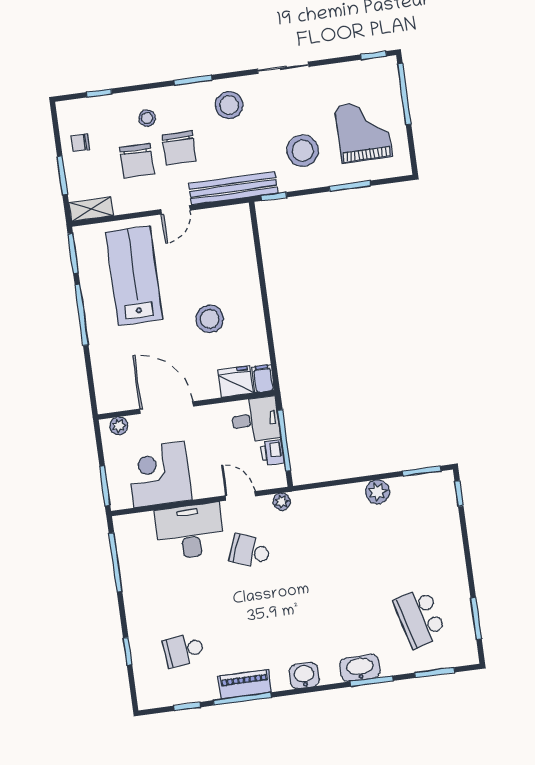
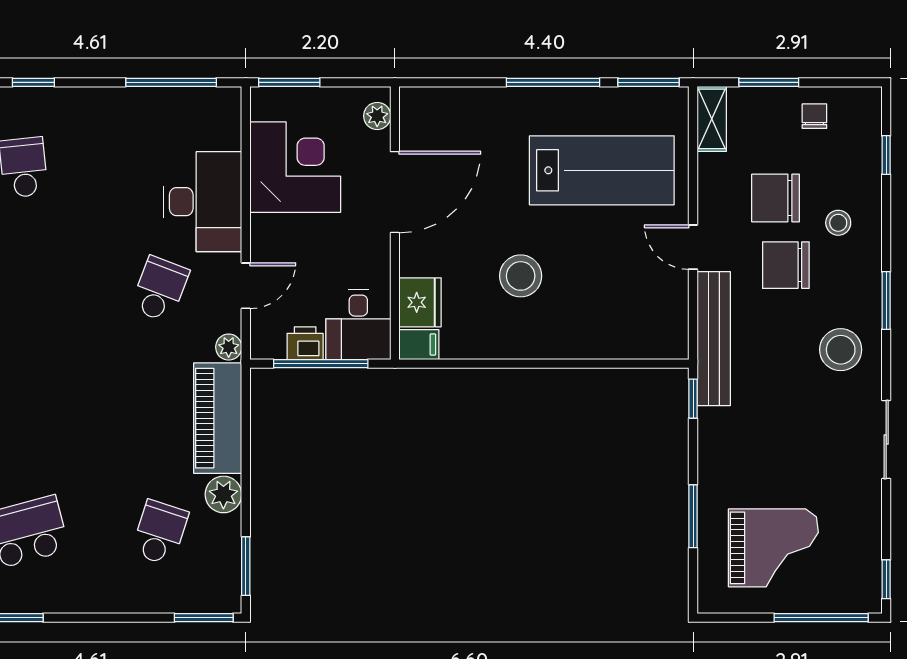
stool: (303, 151) -> (756, 452), removed
window: (459, 494) -> (204, 618), width x1.50
piano: (329, 502) -> (218, 418), added
school desk: (408, 530) -> (160, 533), added

